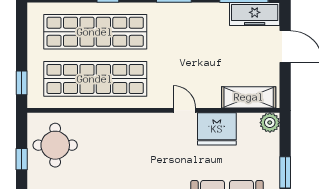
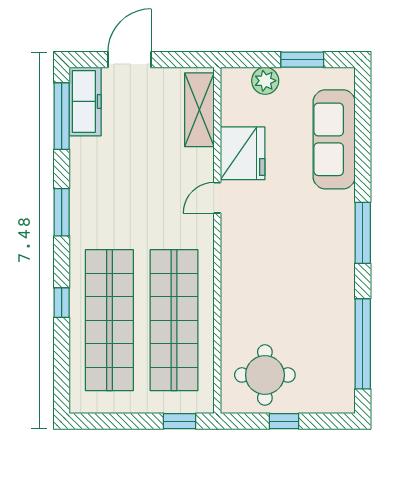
plant: (270, 123) -> (265, 81), moved

